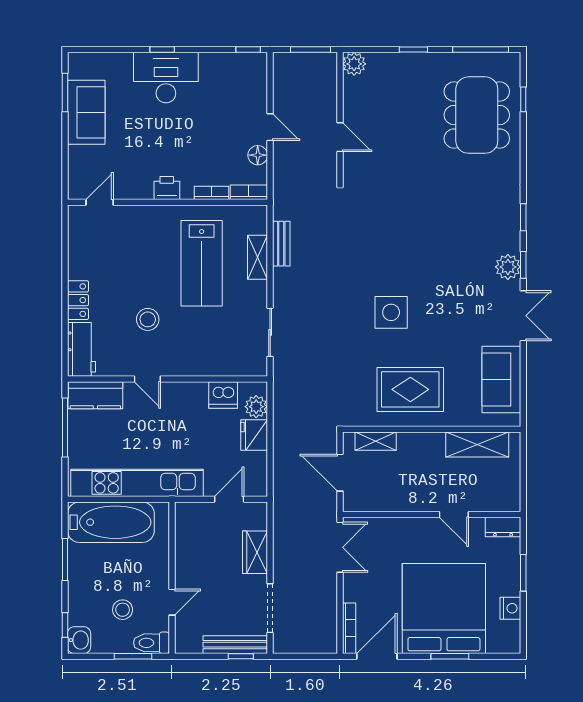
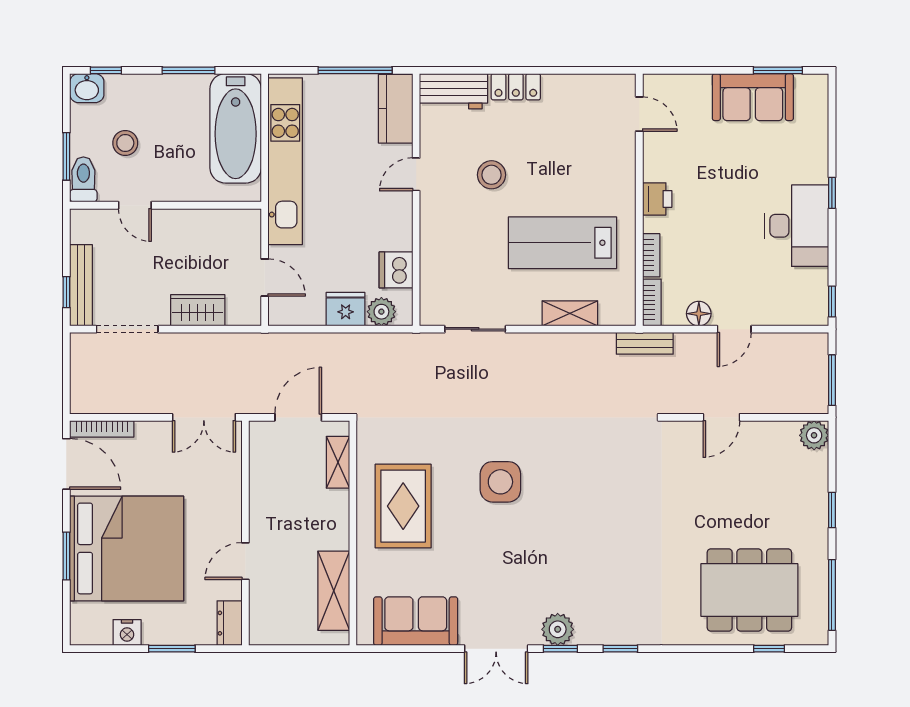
desk: (166, 78) -> (797, 226), moved
bench: (281, 244) -> (645, 343), moved

